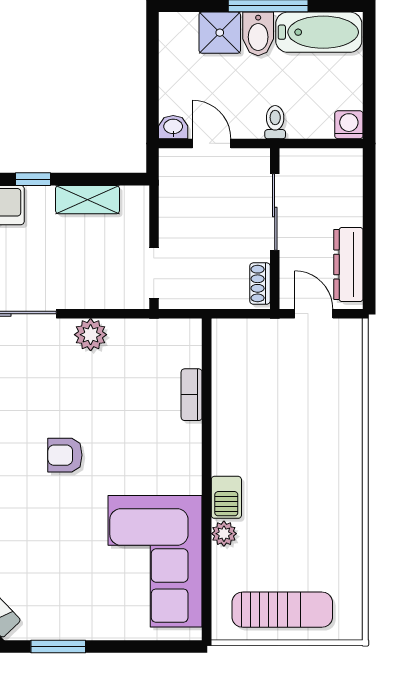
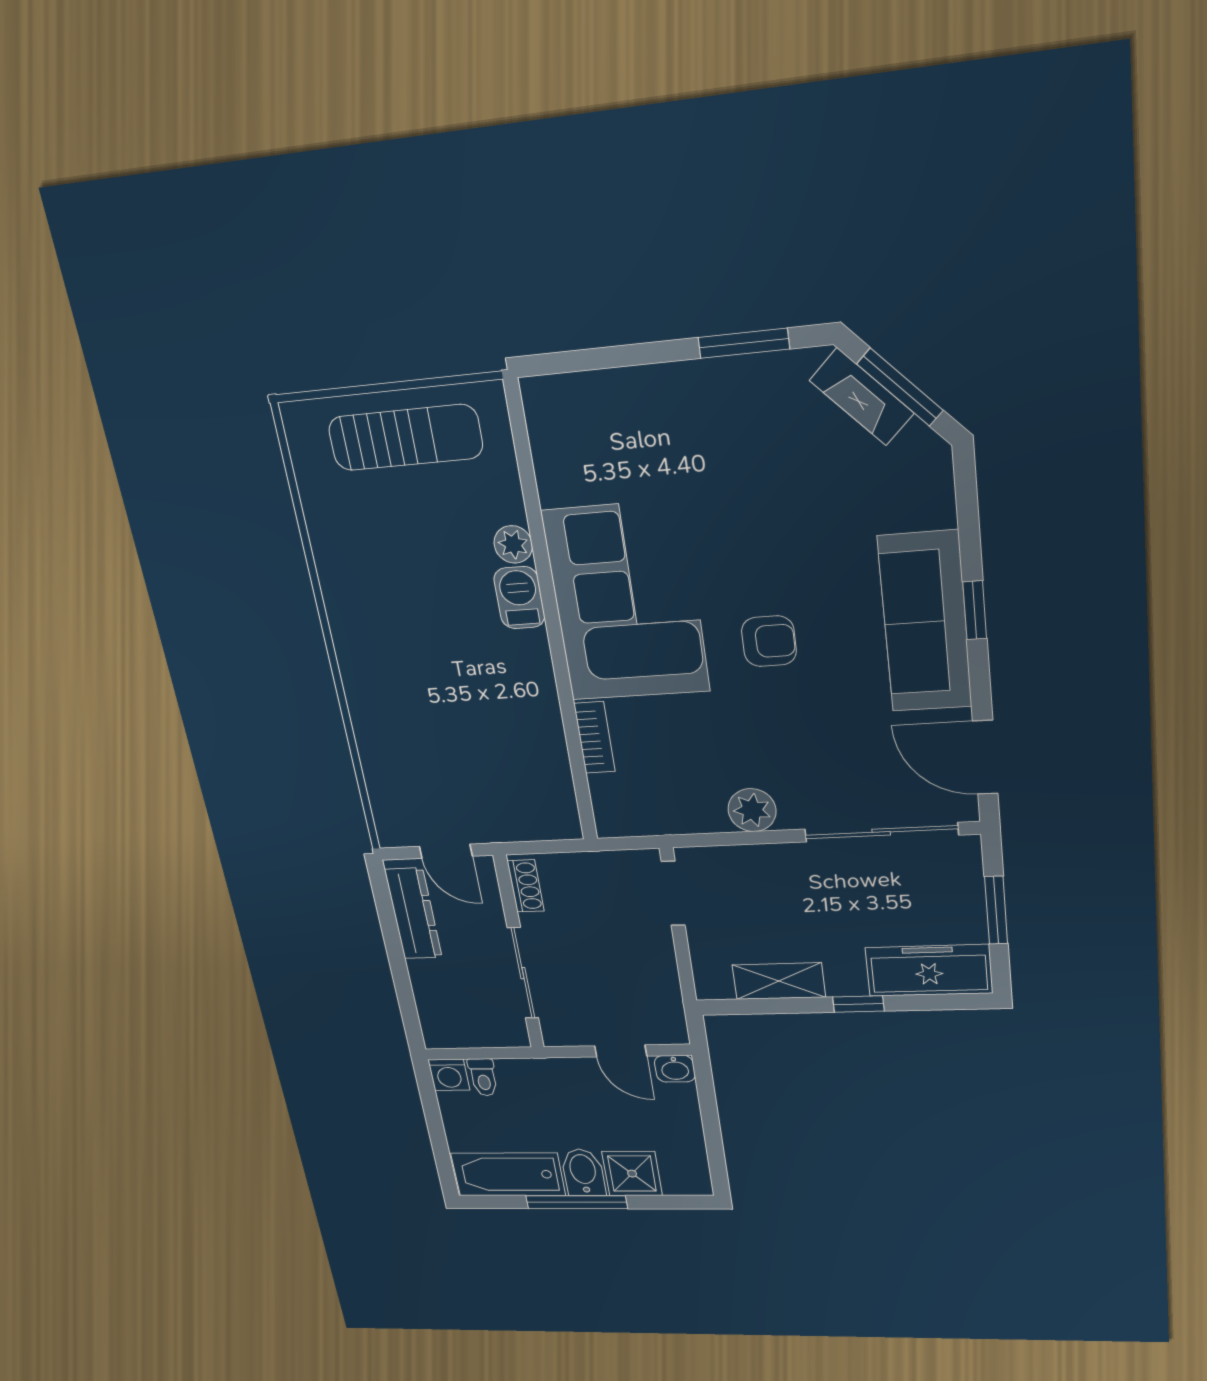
toilet: (275, 122) -> (483, 1077), moved
corner sofa: (155, 561) -> (626, 602), moved
sun lounger: (282, 610) -> (405, 438), turned 180

